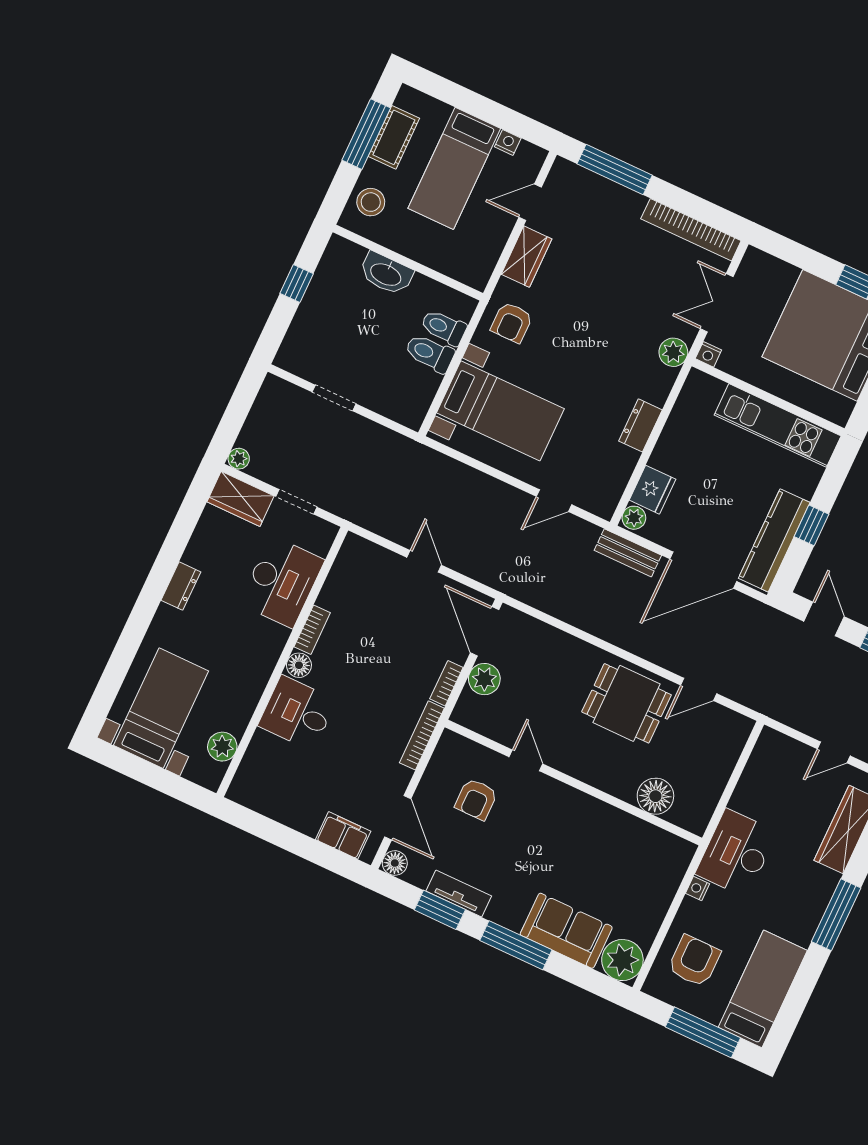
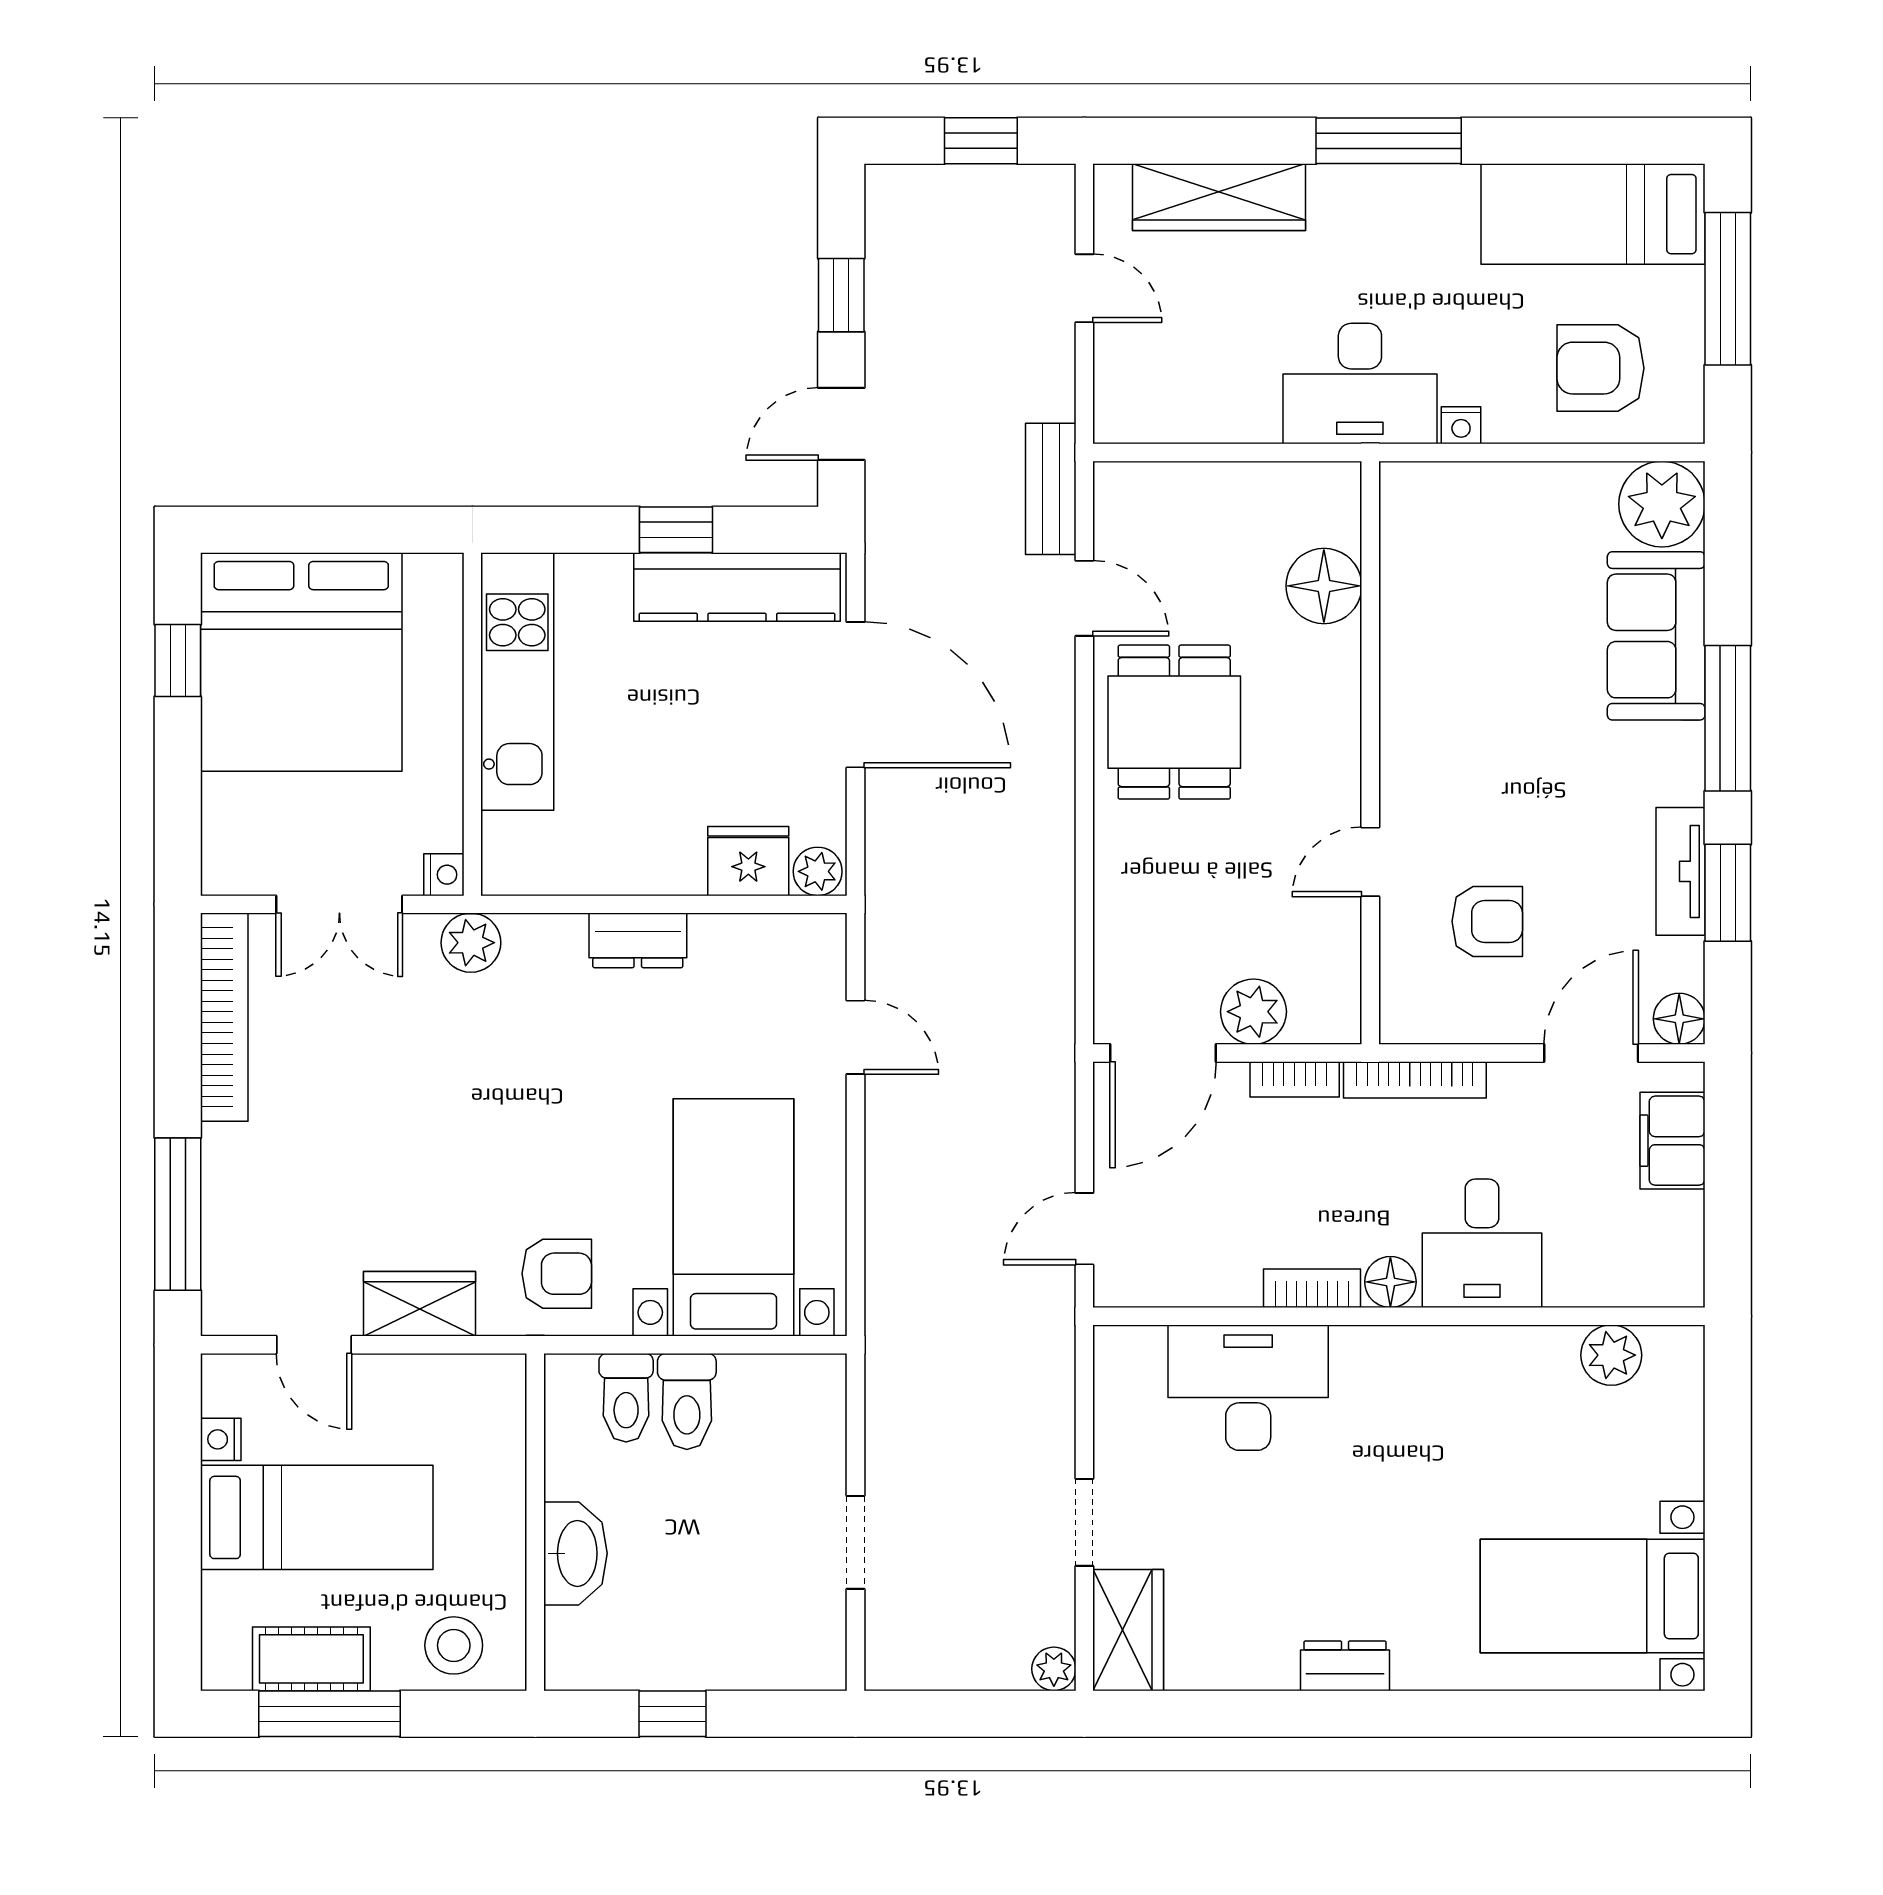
bench: (628, 553) -> (1051, 489), moved
desk: (282, 582) -> (1248, 1388), moved
bookcase: (312, 630) -> (1312, 1288), moved
wall: (282, 662) -> (1399, 1316), moved
floor lamp: (299, 665) -> (1390, 1282), moved
desk: (297, 713) -> (1482, 1243), moved
plant: (222, 747) -> (1611, 1355), moved

